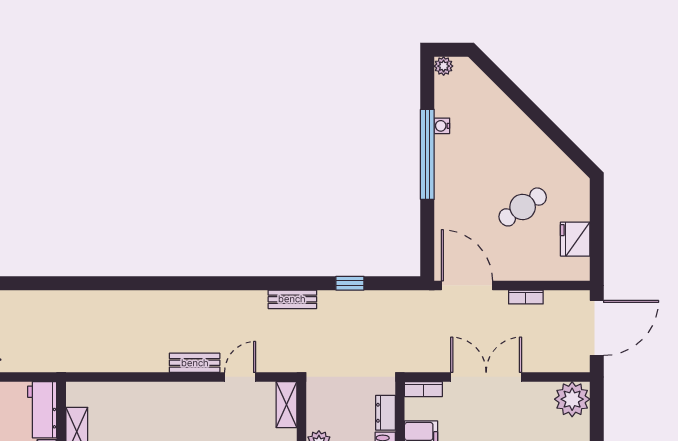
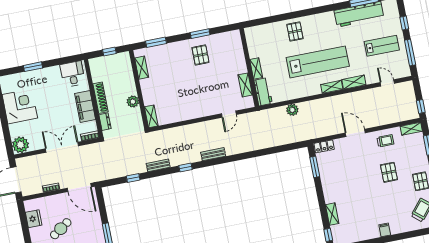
window: (236, 283) -> (185, 168), added
bench: (195, 363) -> (213, 154), moved
door: (240, 377) -> (229, 114), moved
double door: (486, 377) -> (62, 147), swing flipped

